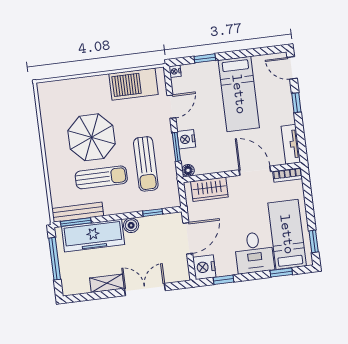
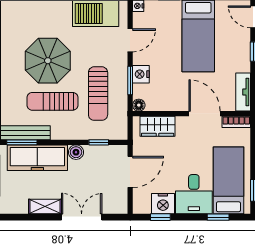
sun lounger: (101, 177) -> (52, 101), turned 180
nightstand: (204, 267) -> (163, 204), moved, turned -90

